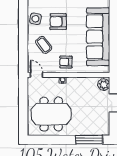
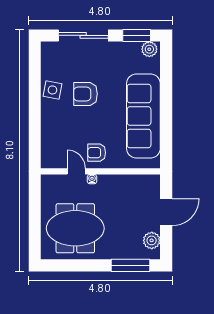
coffee table: (44, 45) -> (64, 128), removed
door: (36, 75) -> (76, 171), moved
plant: (104, 85) -> (152, 240), moved

